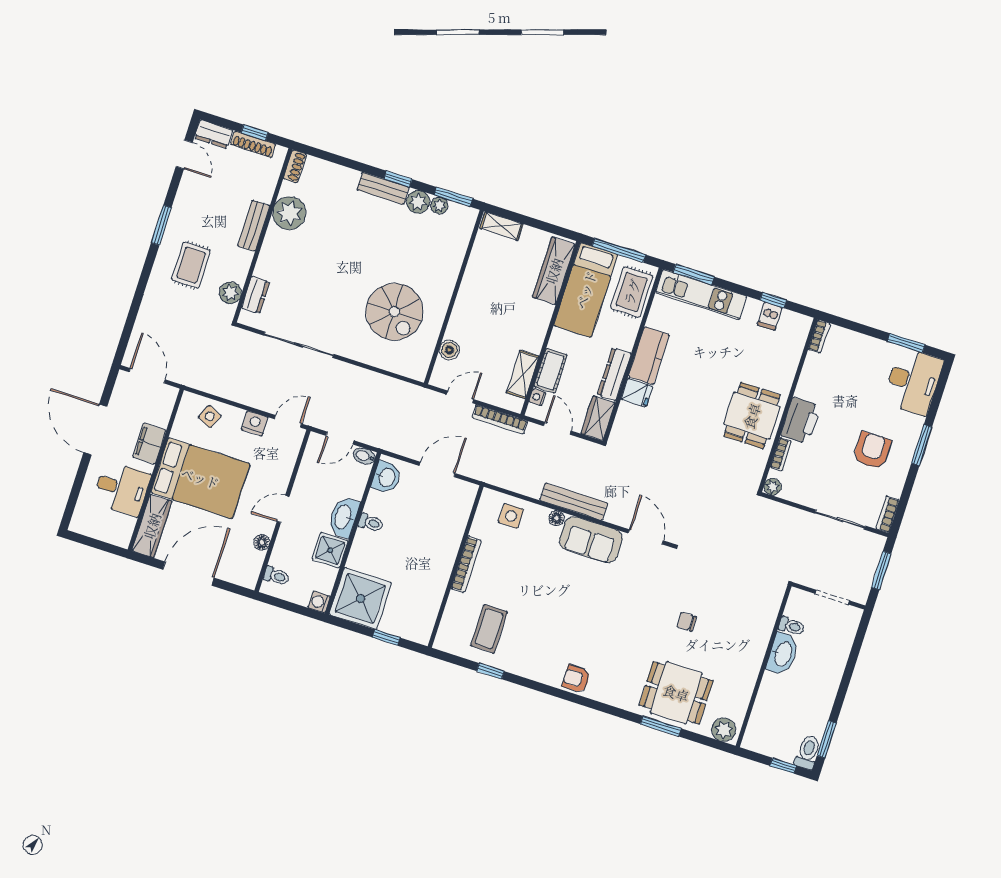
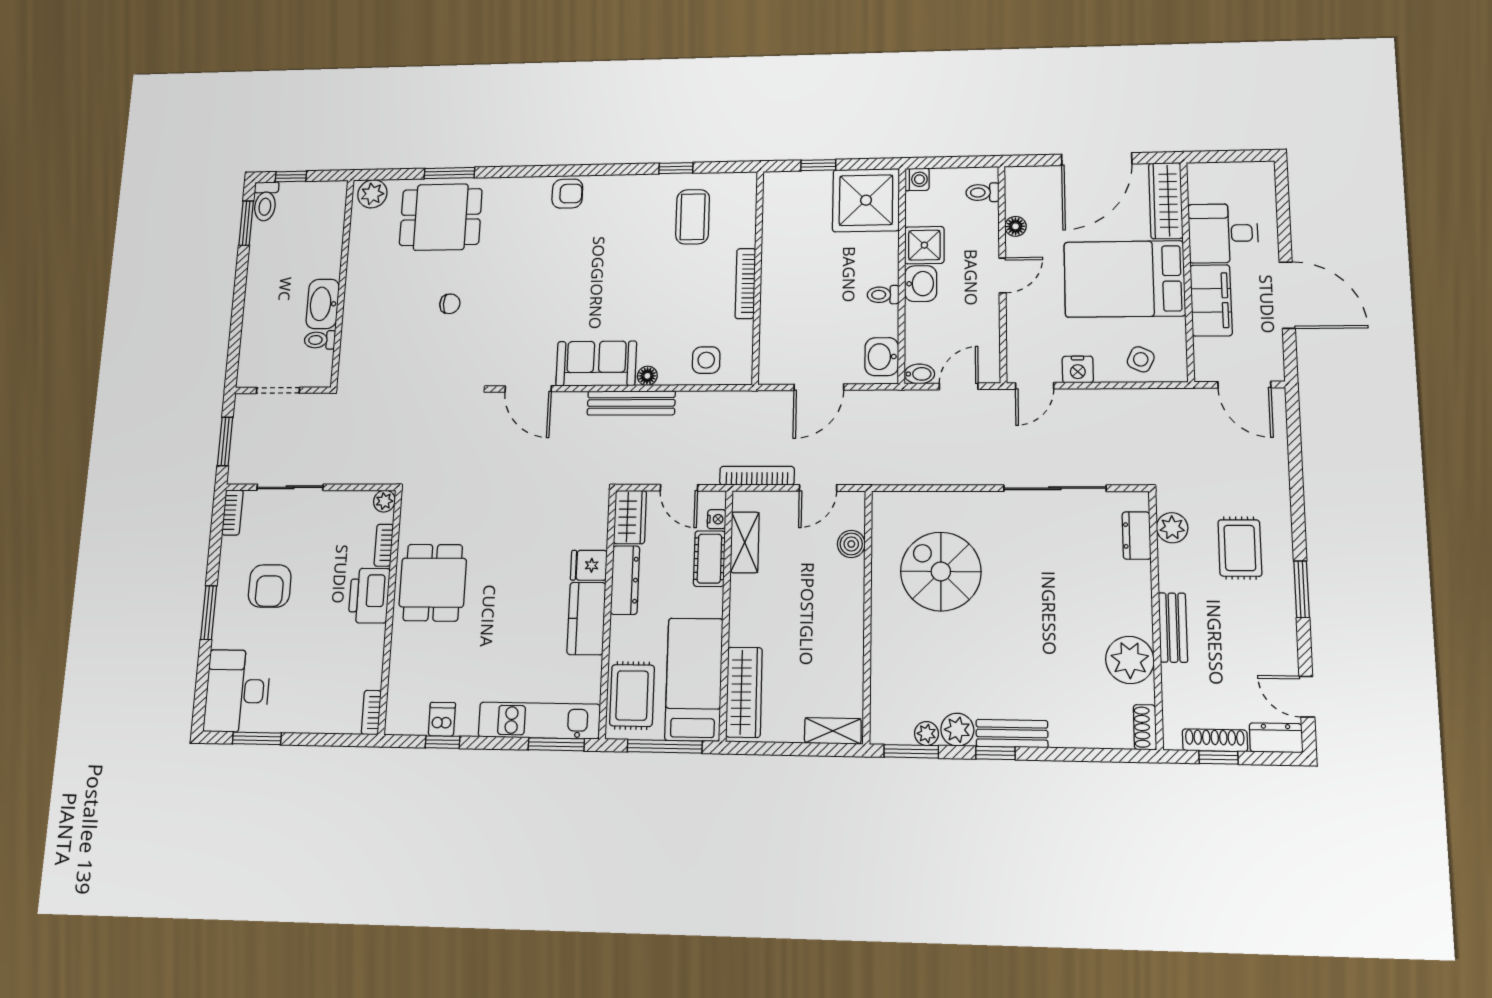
filing cabinet: (149, 443) -> (1211, 300), width x1.50, depth x1.17
washbasin: (344, 517) -> (921, 284), width x0.72

